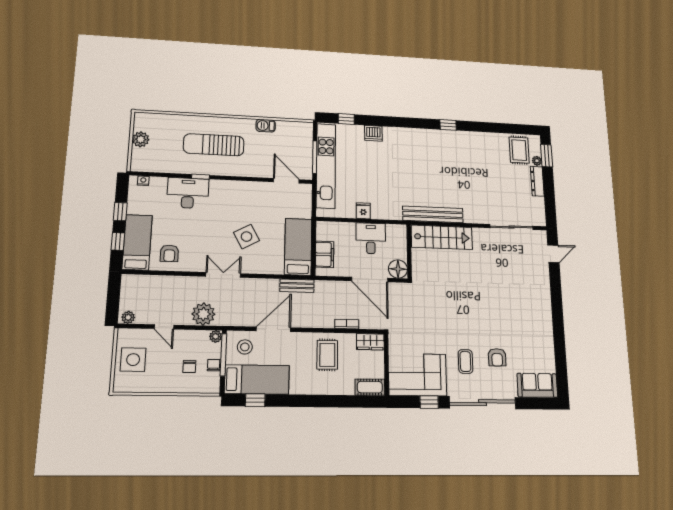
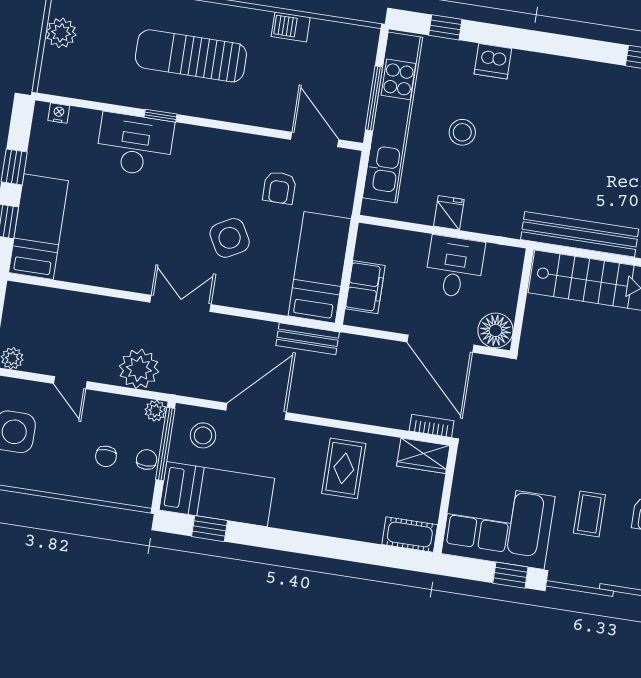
stool: (363, 170) -> (462, 132), added
armchair: (169, 253) -> (279, 188), moved
bookcase: (347, 324) -> (432, 426), moved

